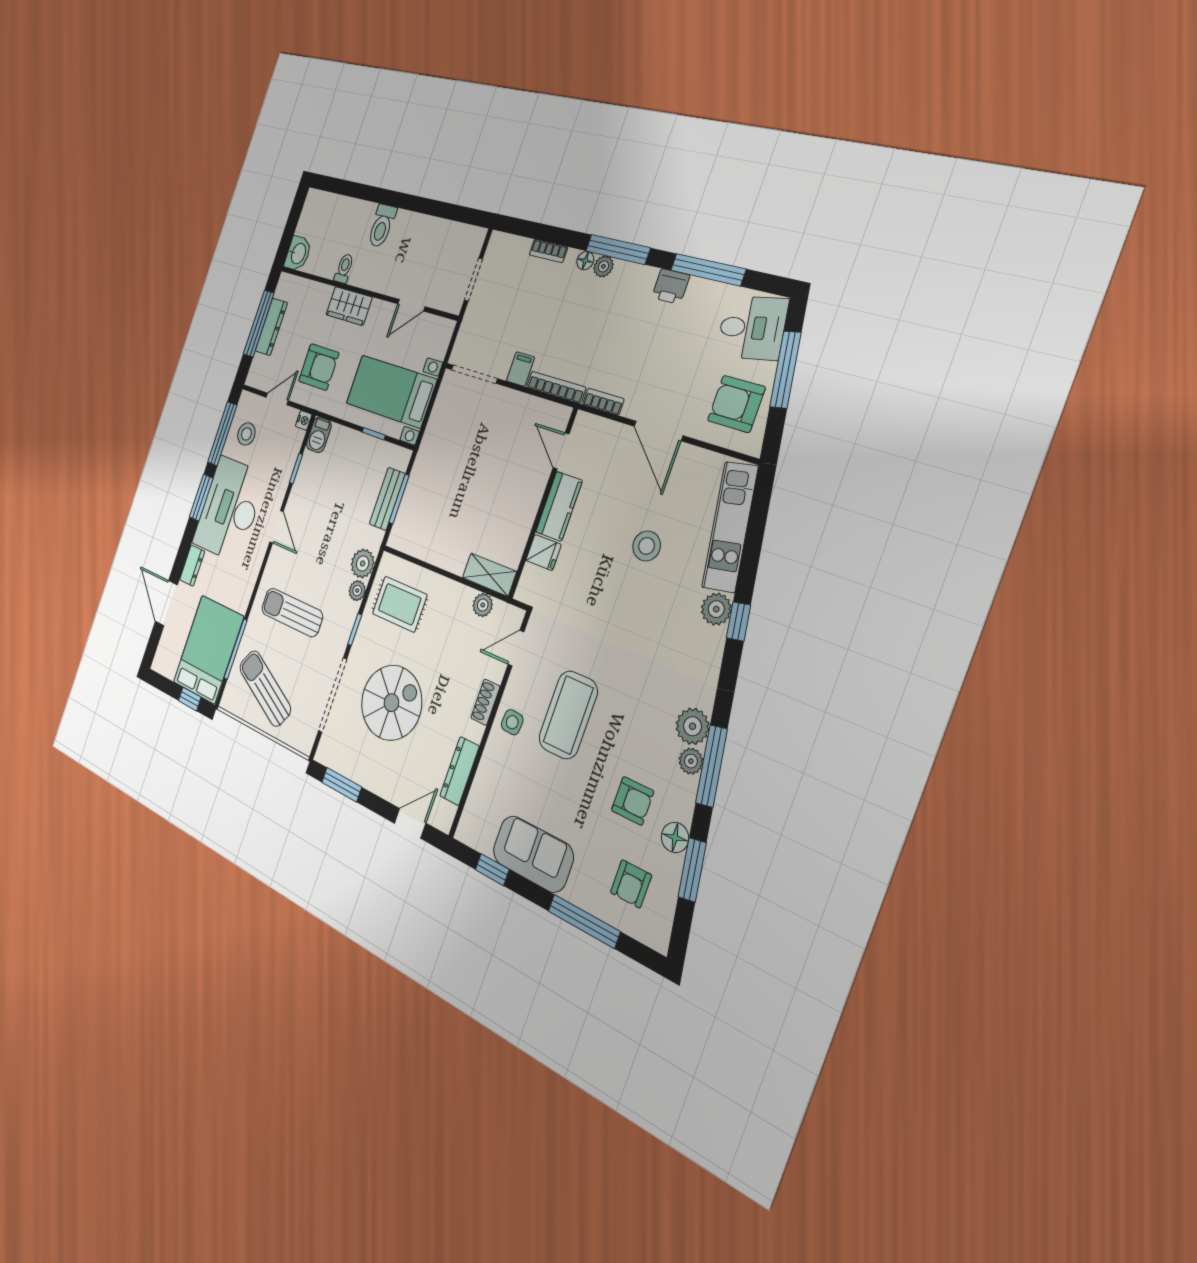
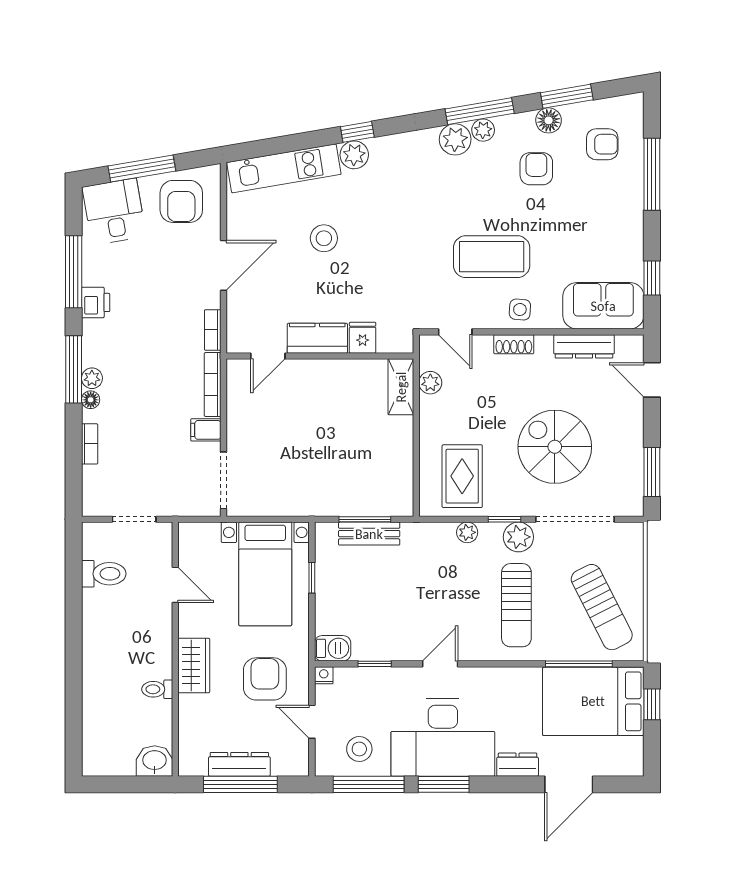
toilet: (382, 226) -> (104, 574), moved
plant: (363, 563) -> (518, 537), moved
sun lounger: (265, 688) -> (602, 607), turned -55
sofa: (533, 854) -> (603, 306), moved, turned 90

